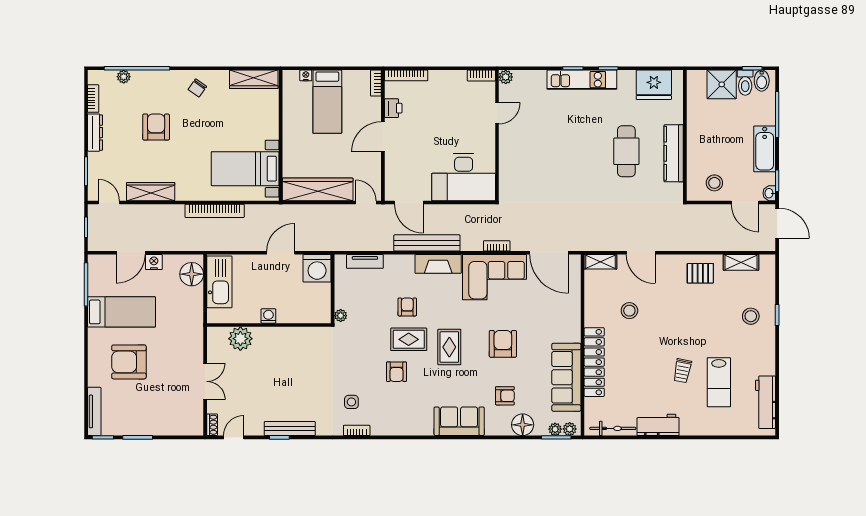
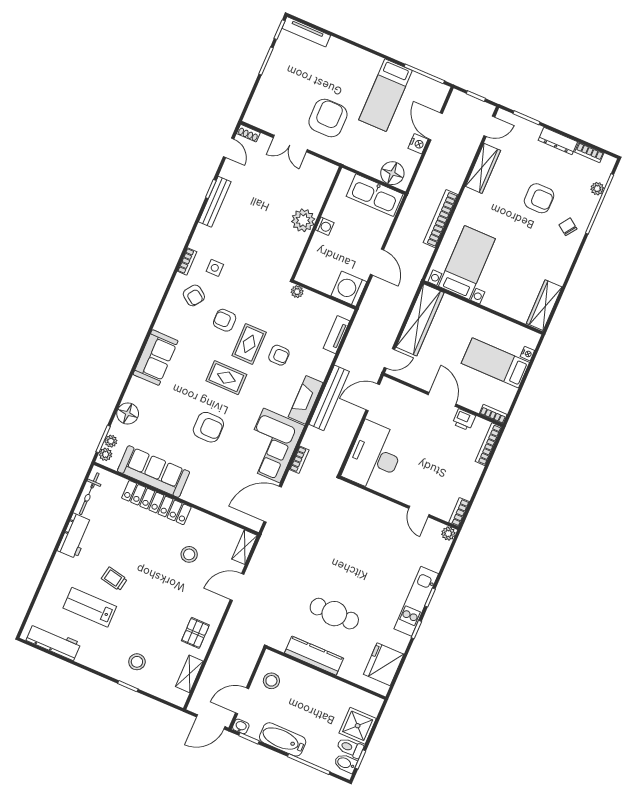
chair: (197, 88) -> (568, 227), moved
plant: (240, 339) -> (303, 220), moved
armchair: (129, 362) -> (328, 118), moved
armchair: (505, 396) -> (194, 295), moved, turned -54

